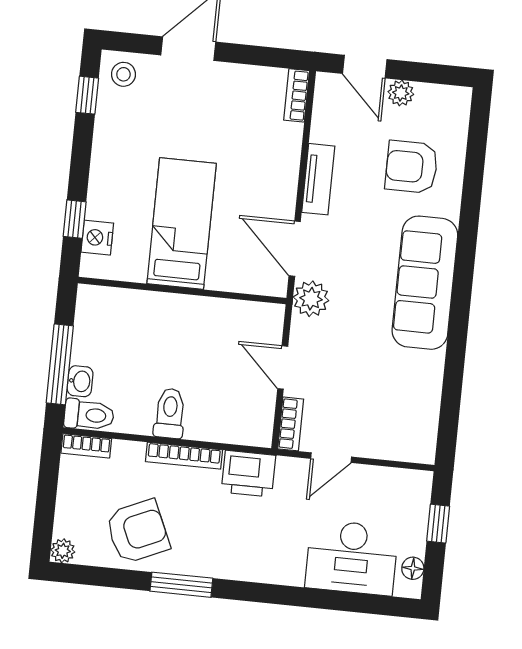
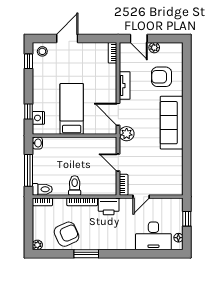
washbasin: (80, 381) -> (37, 143), moved

